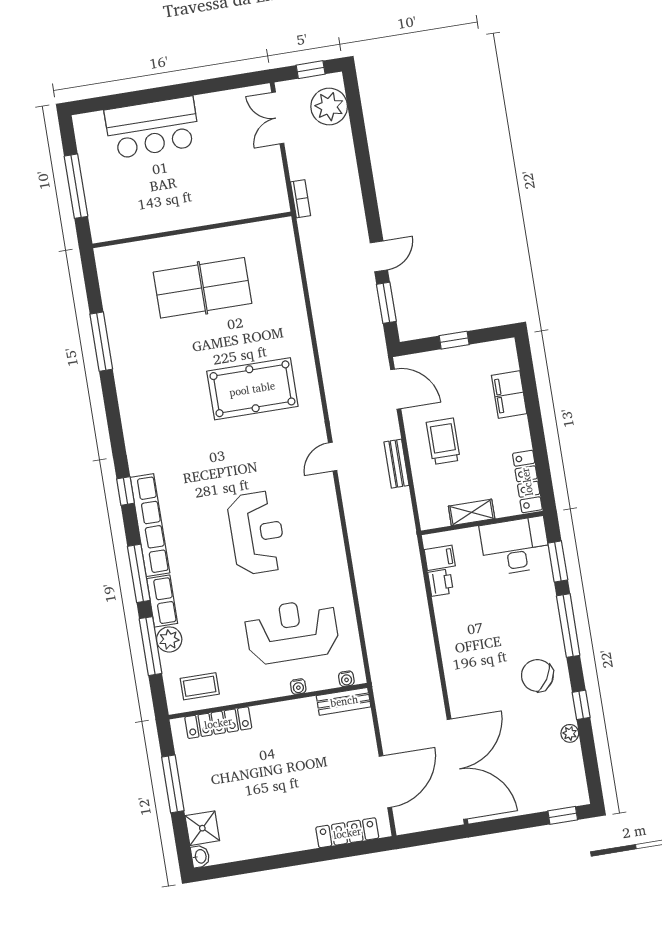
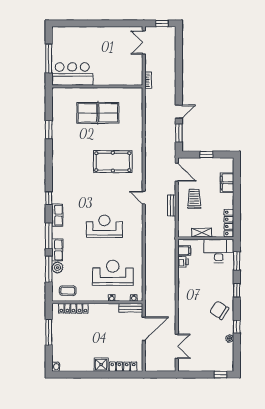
plant: (329, 106) -> (167, 41), removed
bar counter: (152, 128) -> (72, 74), moved, turned 180
window: (101, 342) -> (49, 130), width x0.69
door: (333, 457) -> (144, 198), hinge flipped
row of seats: (150, 525) -> (57, 215), width x0.50
reception desk: (257, 533) -> (104, 226), turned -90
window: (568, 626) -> (237, 290), width x0.46
double door: (457, 769) -> (177, 346), width x0.54
door: (385, 782) -> (144, 329), moved
shower: (202, 828) -> (101, 365), moved

